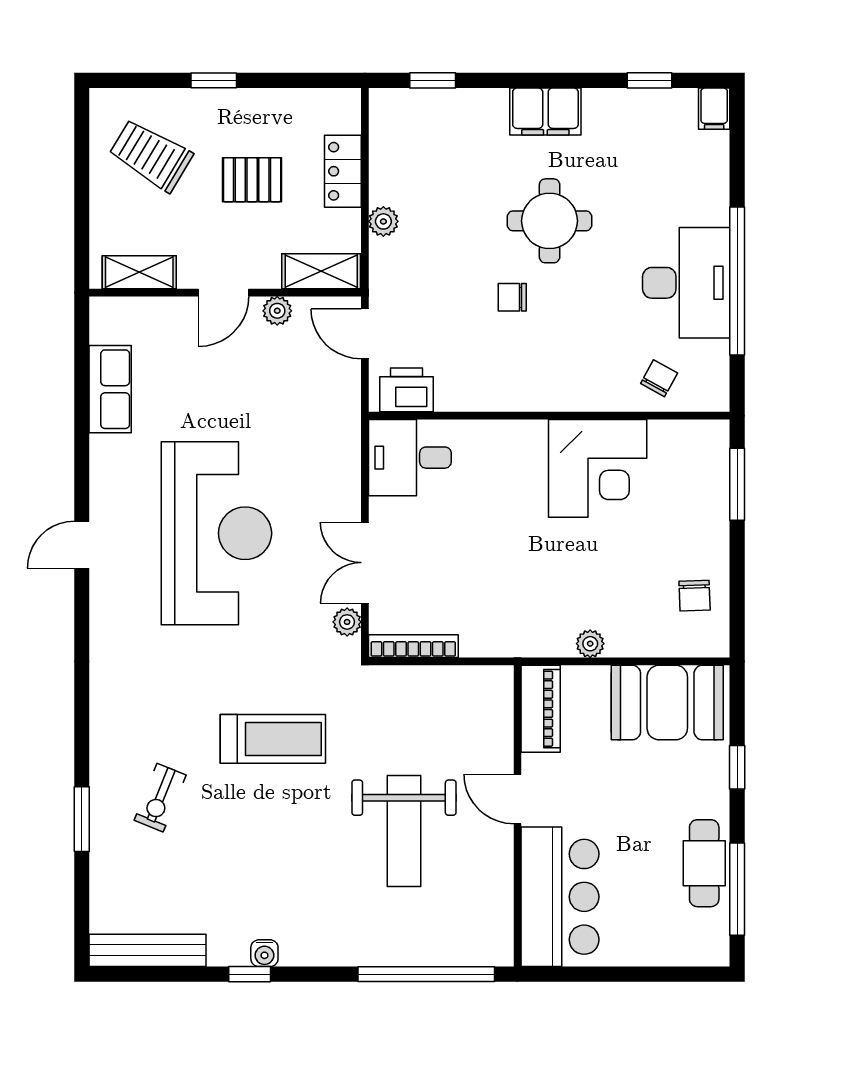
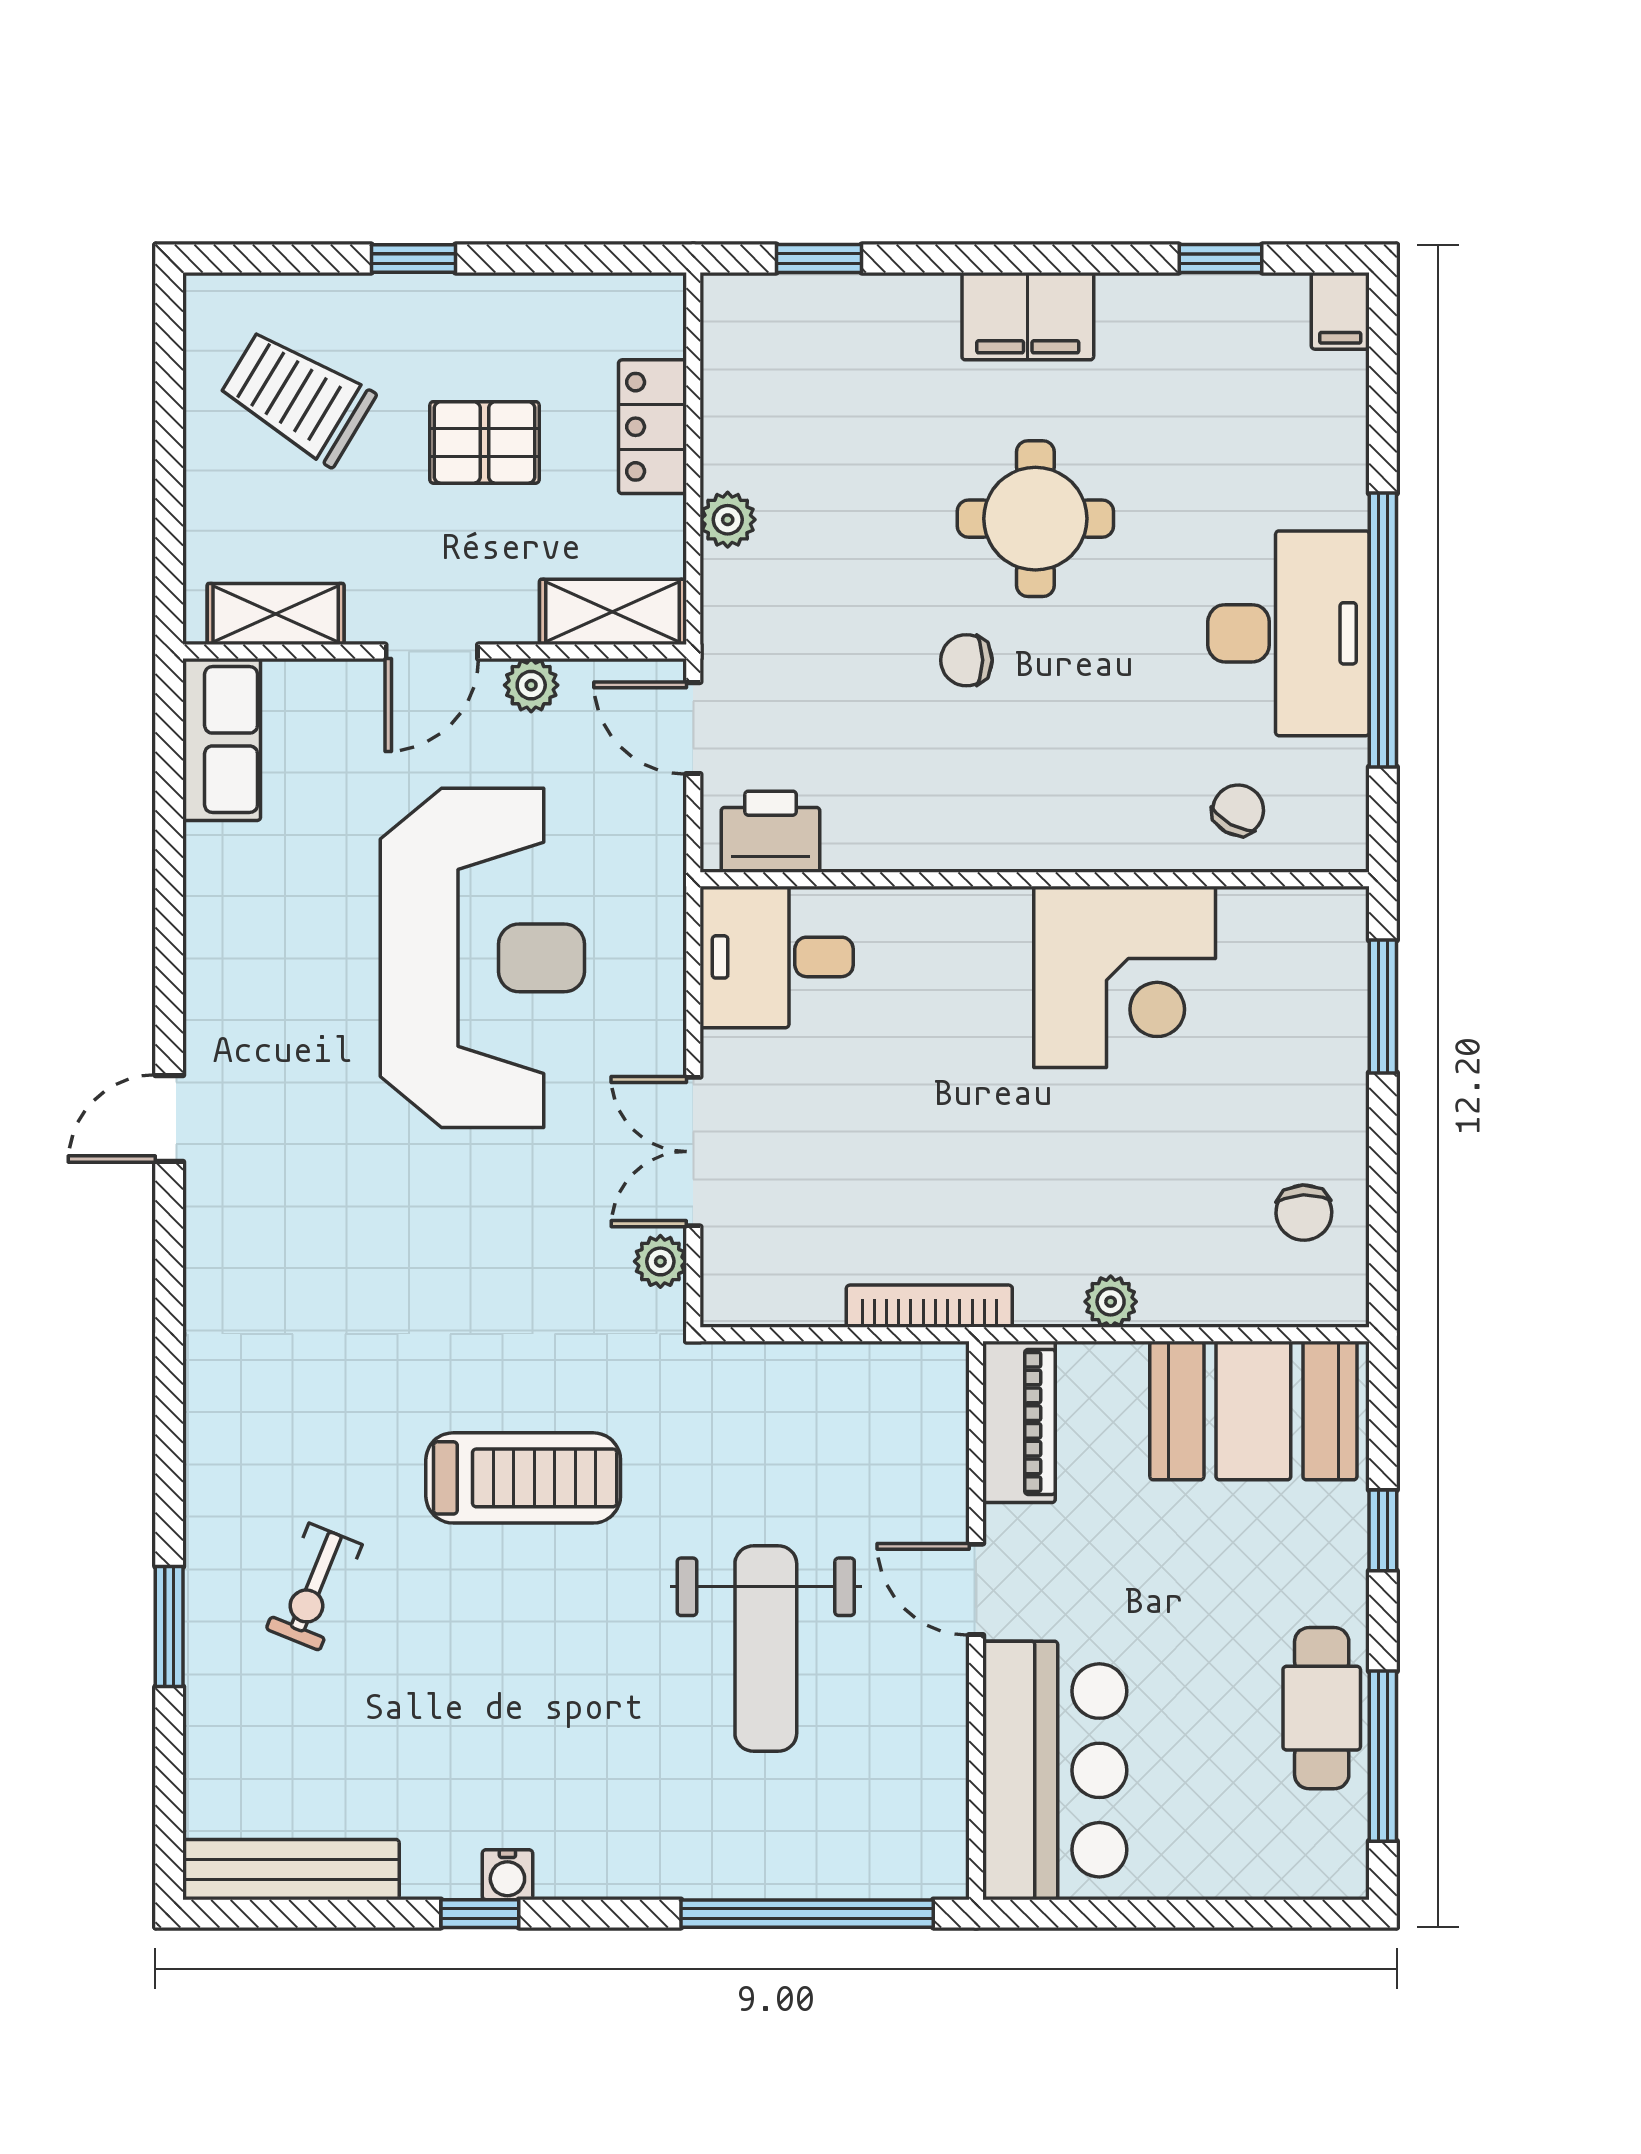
row of seats: (110, 389) -> (222, 740), moved
reception desk: (216, 533) -> (482, 958), moved
bookcase: (413, 646) -> (929, 1306), moved

